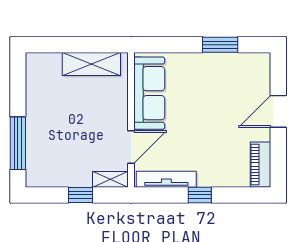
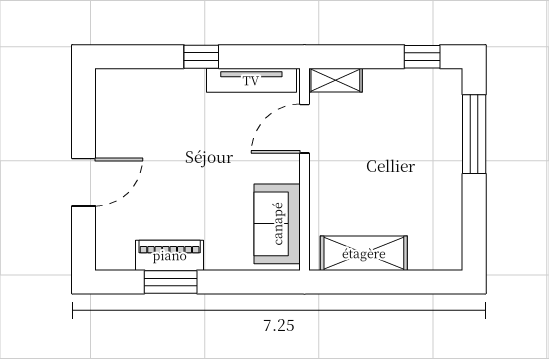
sofa: (149, 93) -> (277, 224), width x0.73
piano: (260, 165) -> (170, 255), moved, turned -90
window: (80, 195) -> (422, 57), moved

